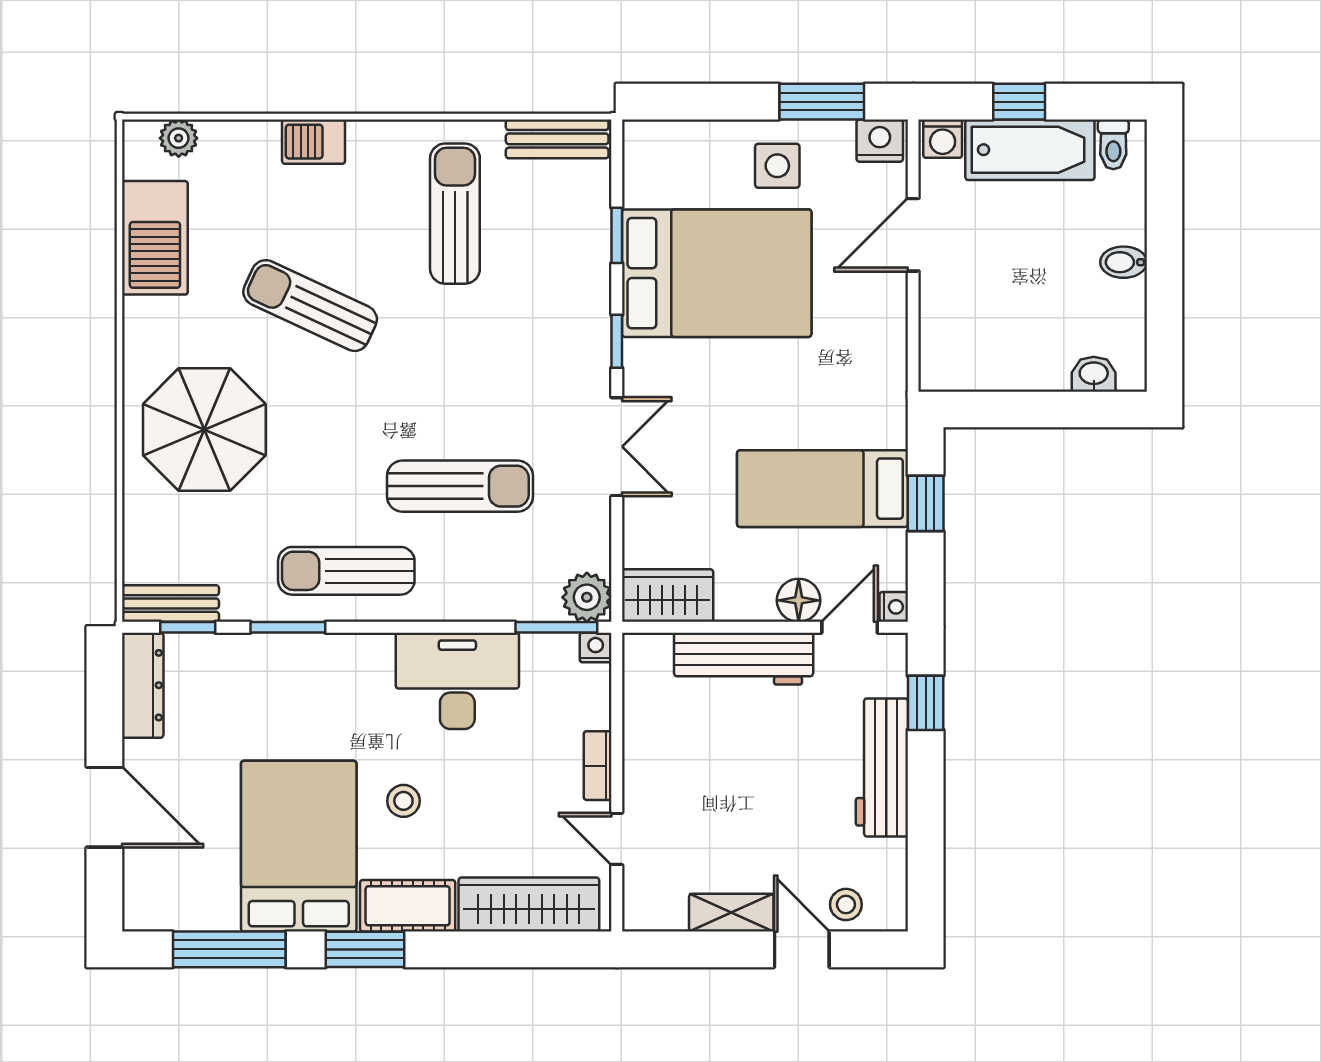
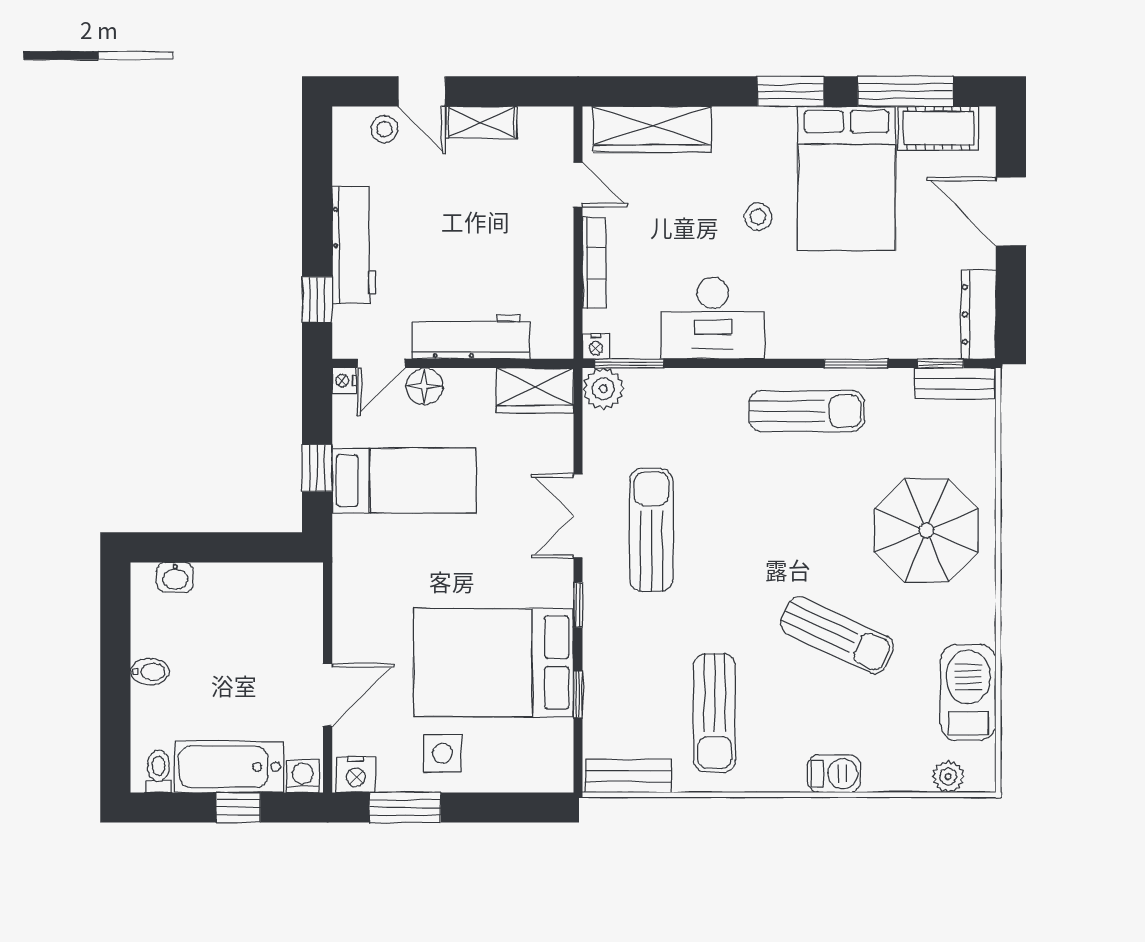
sun lounger: (460, 486) -> (651, 530), moved, turned 90
bookcase: (598, 766) -> (594, 263), width x1.56
cot: (408, 906) -> (939, 128), moved

